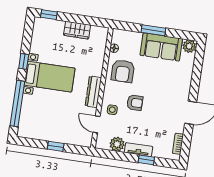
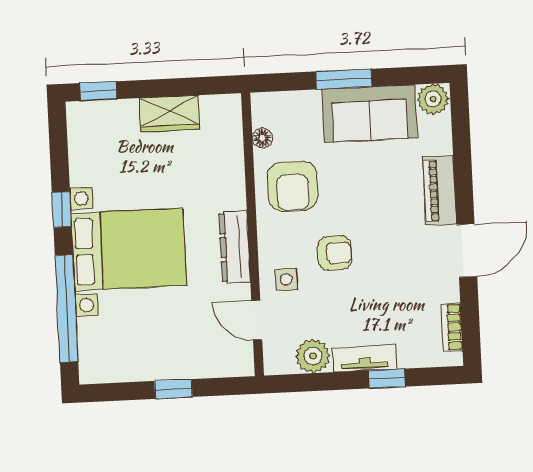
bed with nightstands: (50, 77) -> (129, 249), width x1.36
piano: (184, 85) -> (440, 191), added

